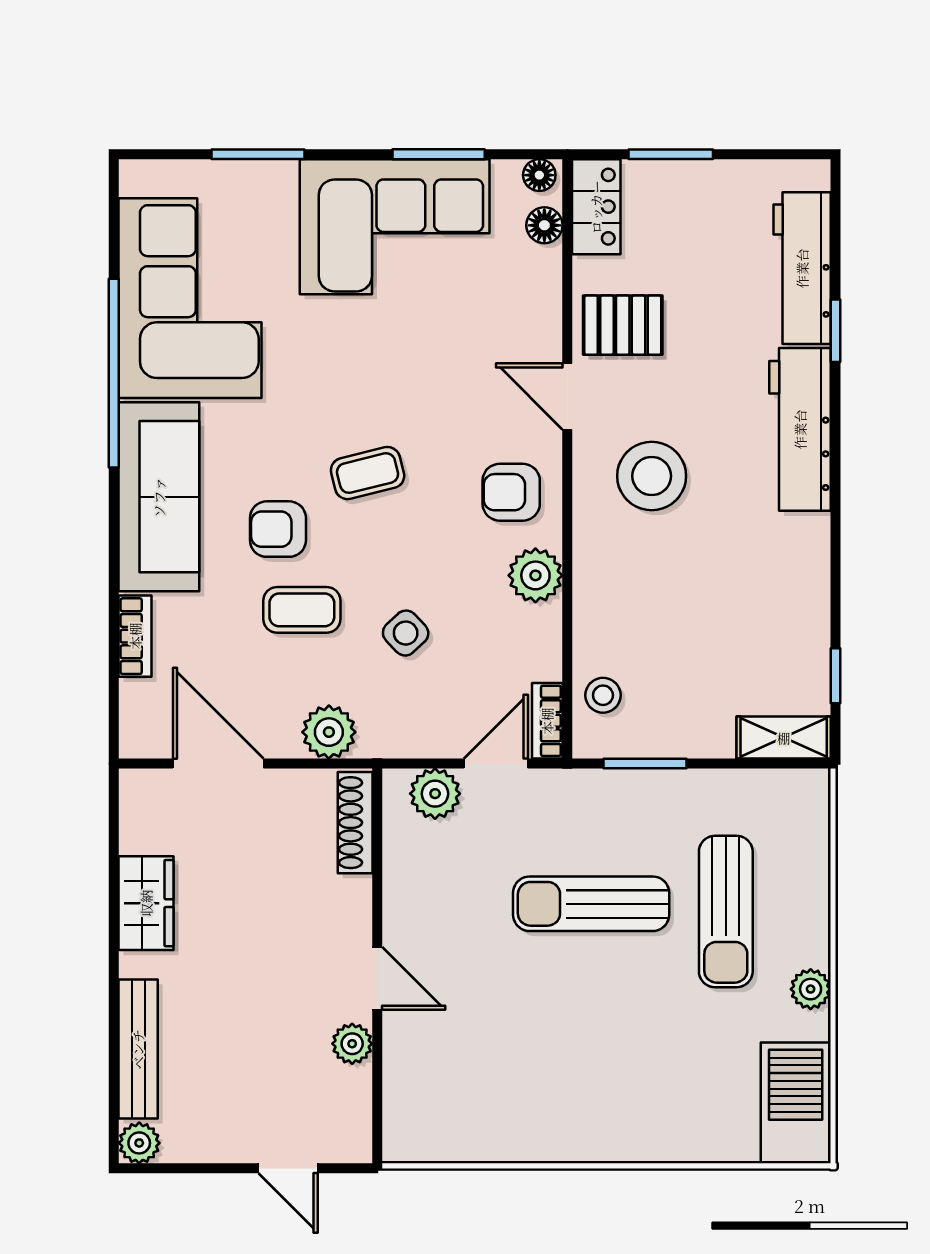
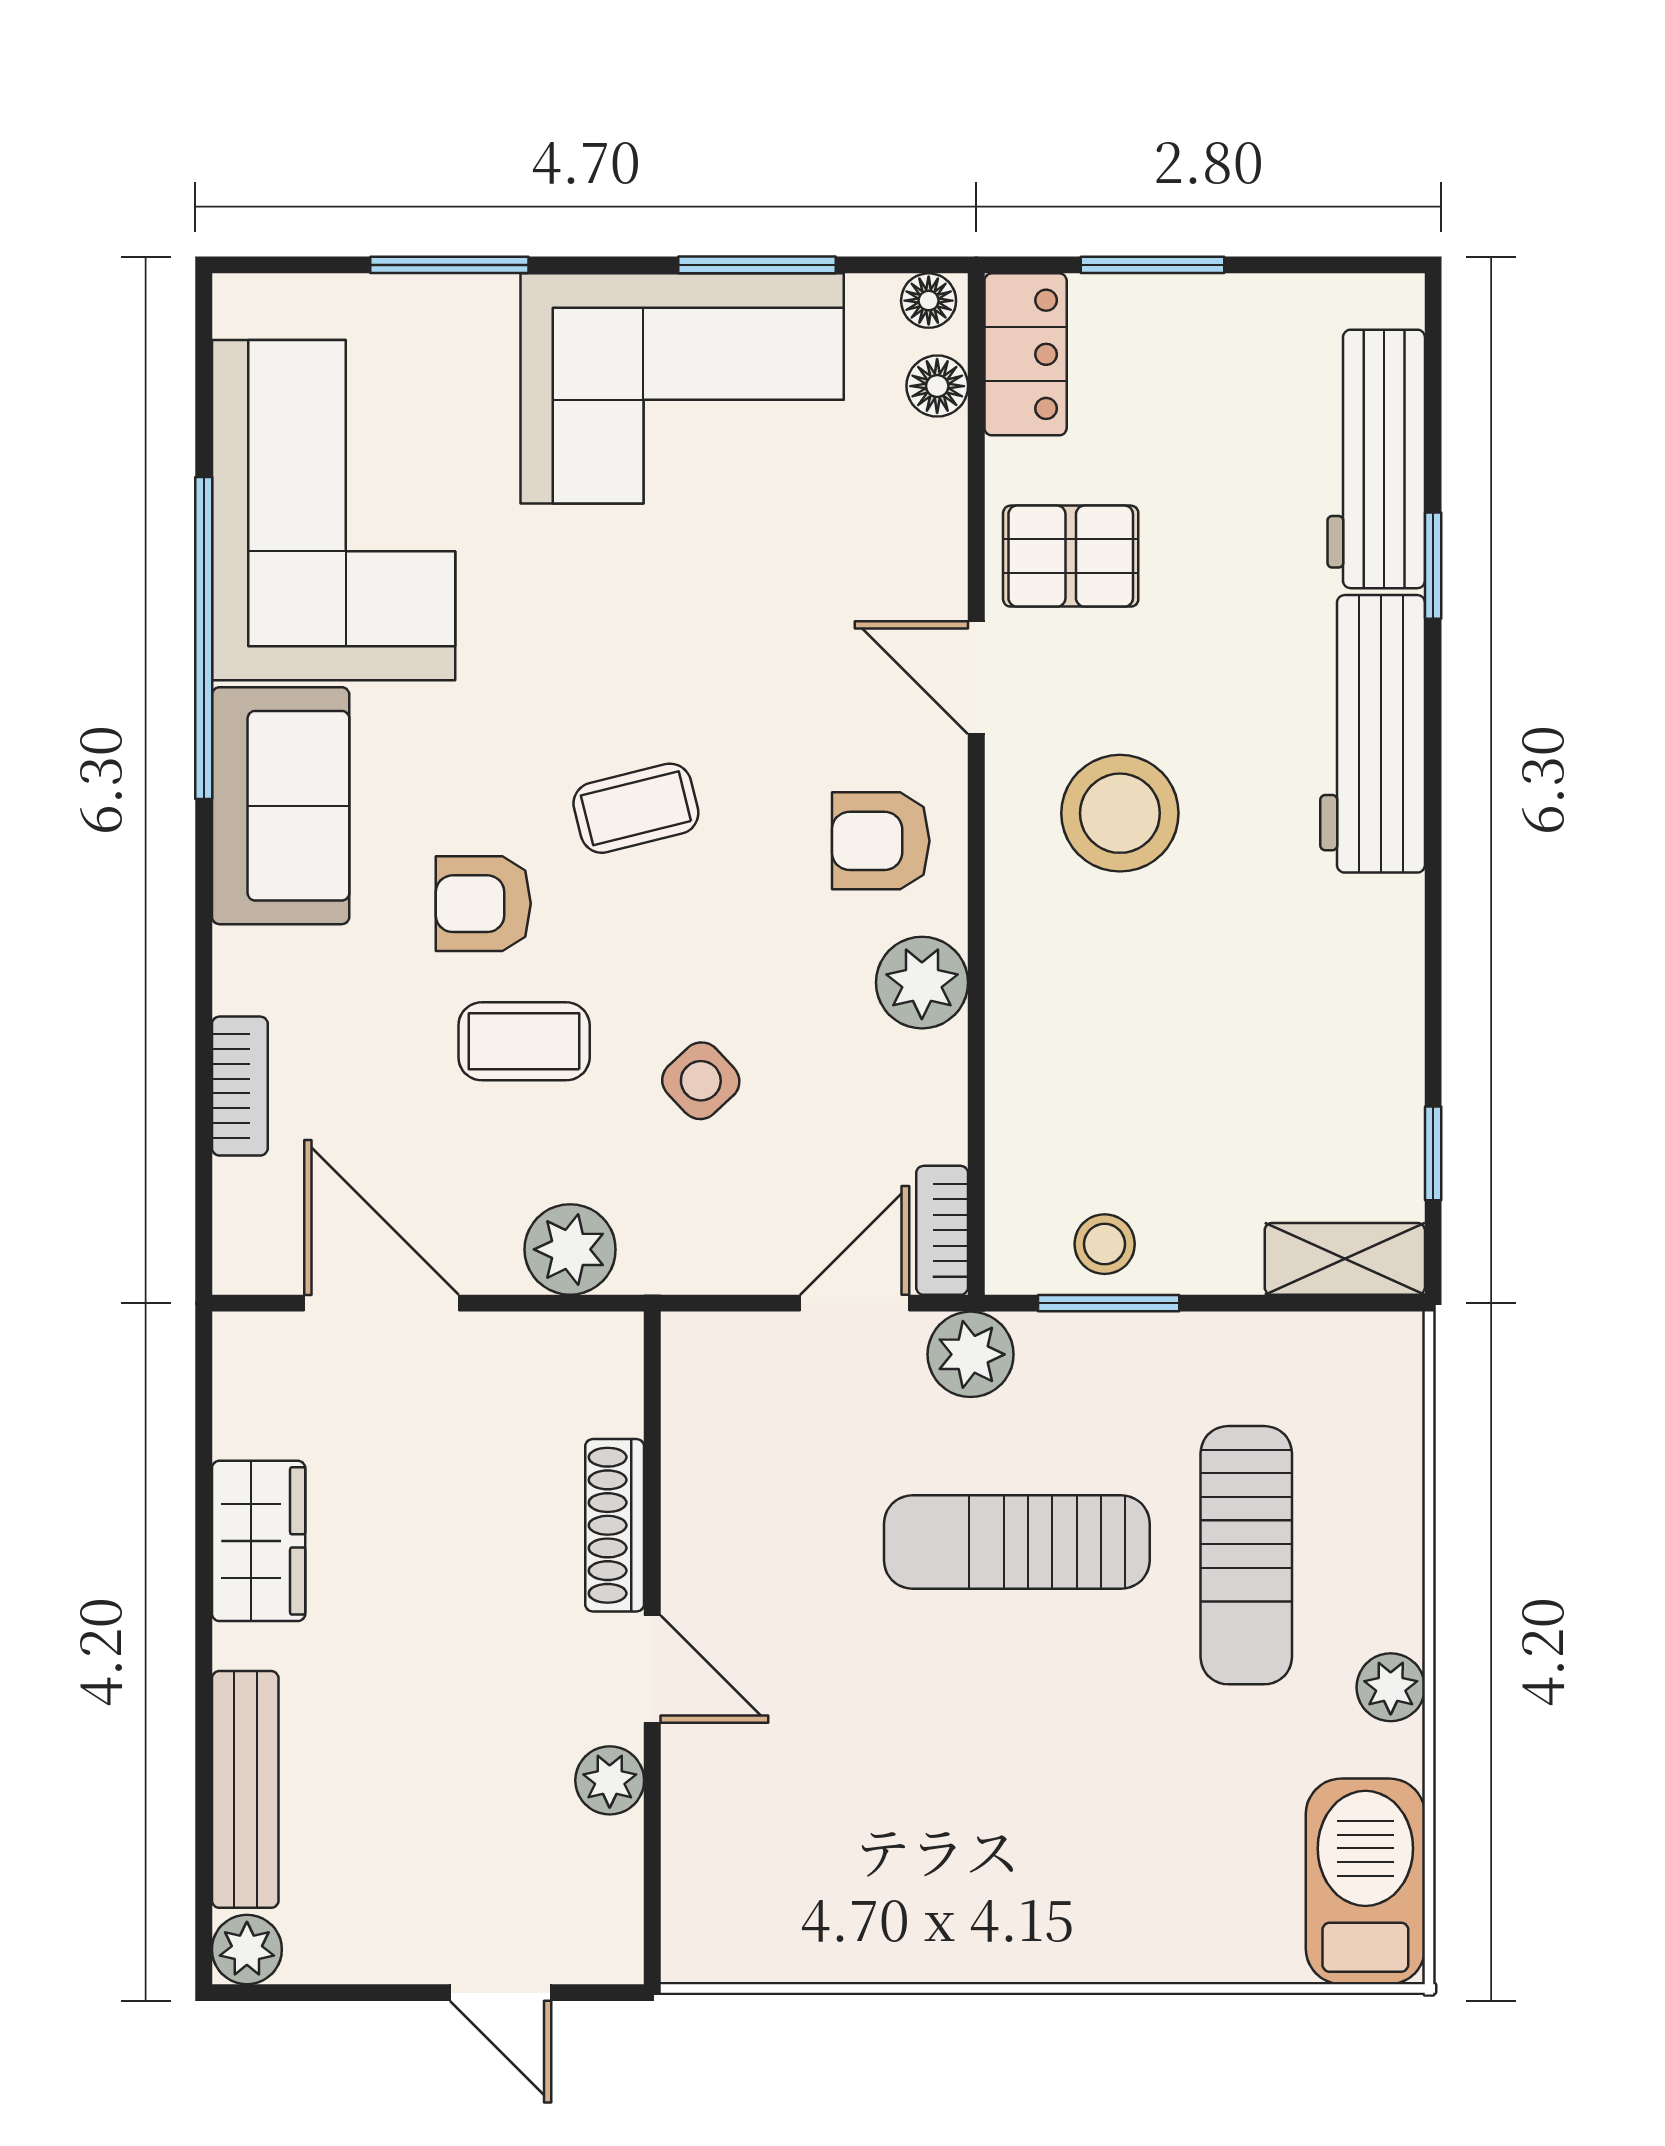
sofa: (159, 497) -> (281, 806), width x0.73
stool: (603, 695) -> (1105, 1244), moved
plant: (435, 794) -> (971, 1354), moved
shoe rack: (355, 823) -> (615, 1525), moved

